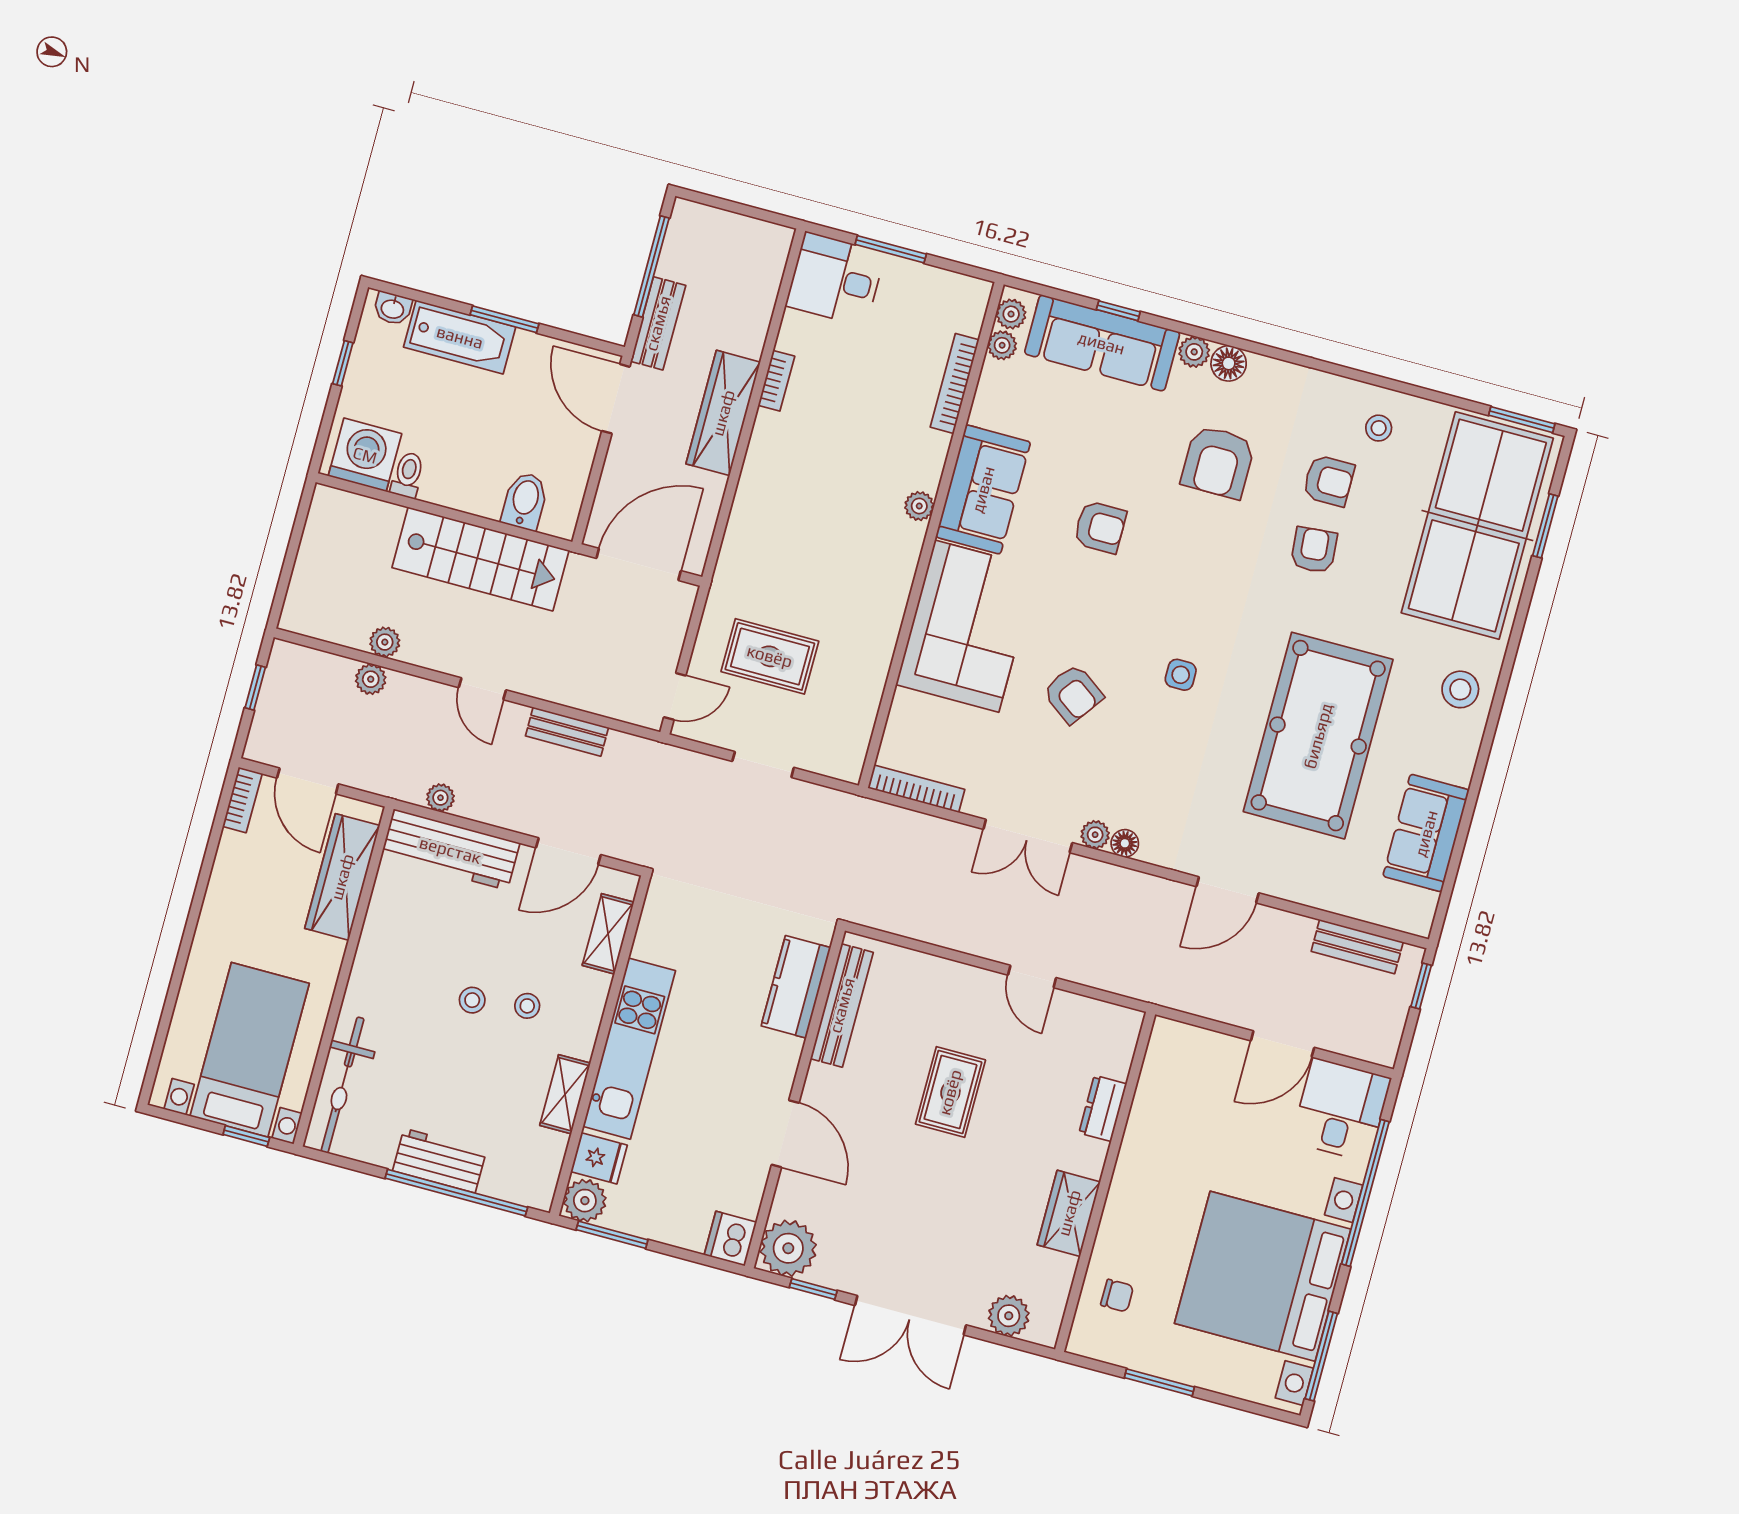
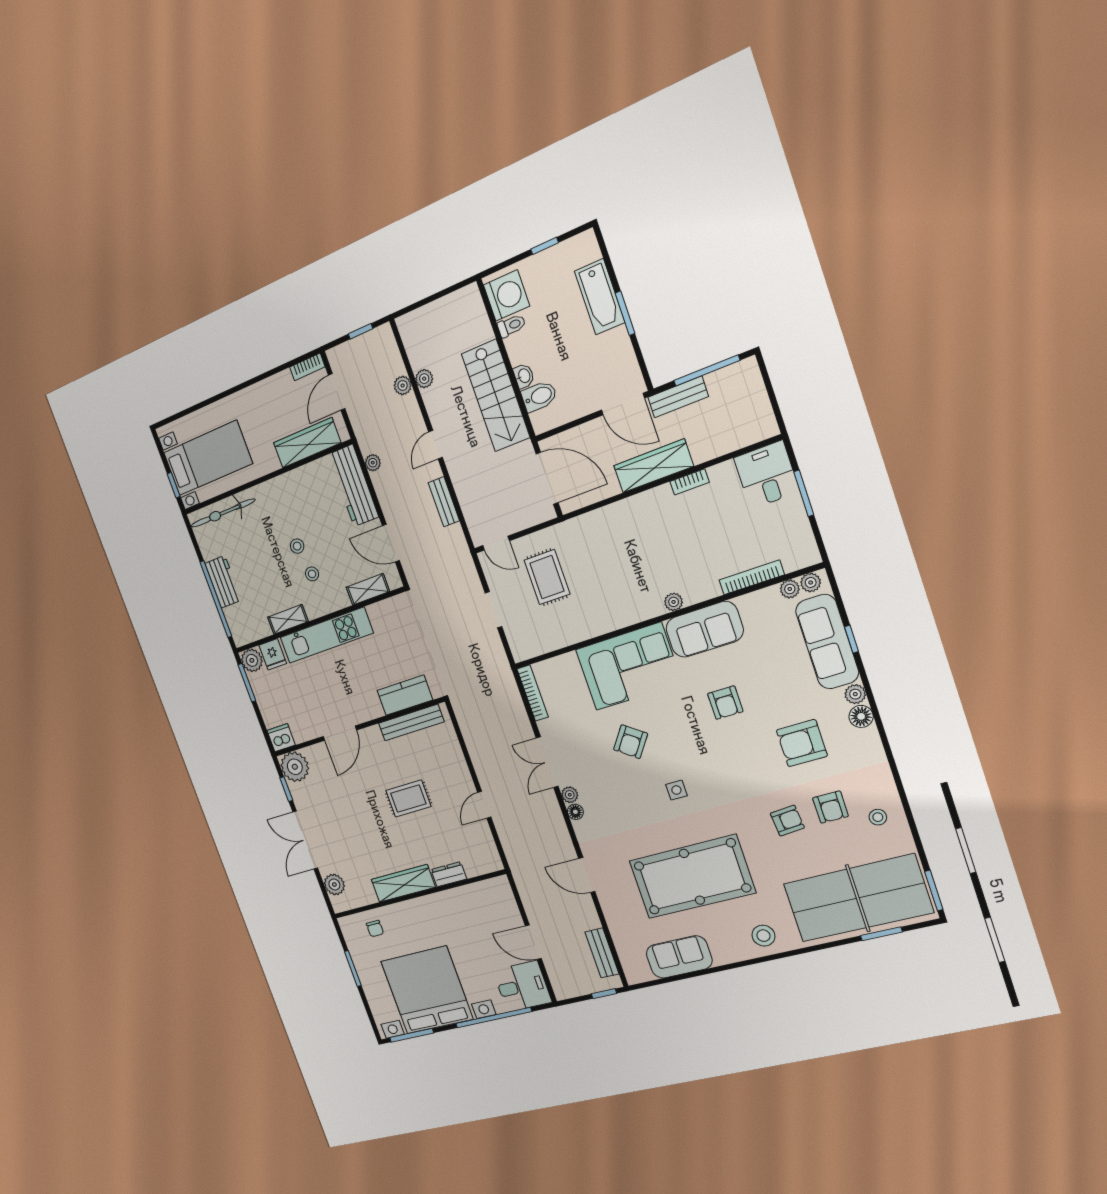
washbasin: (393, 308) -> (524, 376), moved, turned 180
door: (616, 399) -> (623, 404), swing flipped
wardrobe: (1069, 1213) -> (403, 883), width x1.50

